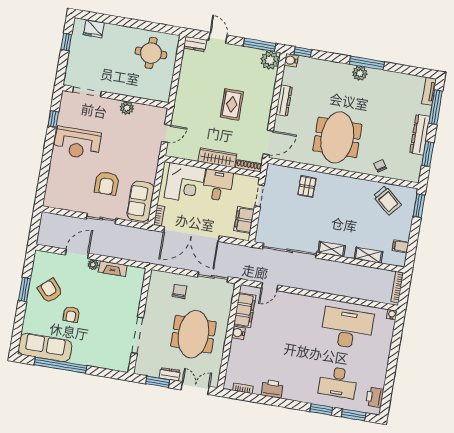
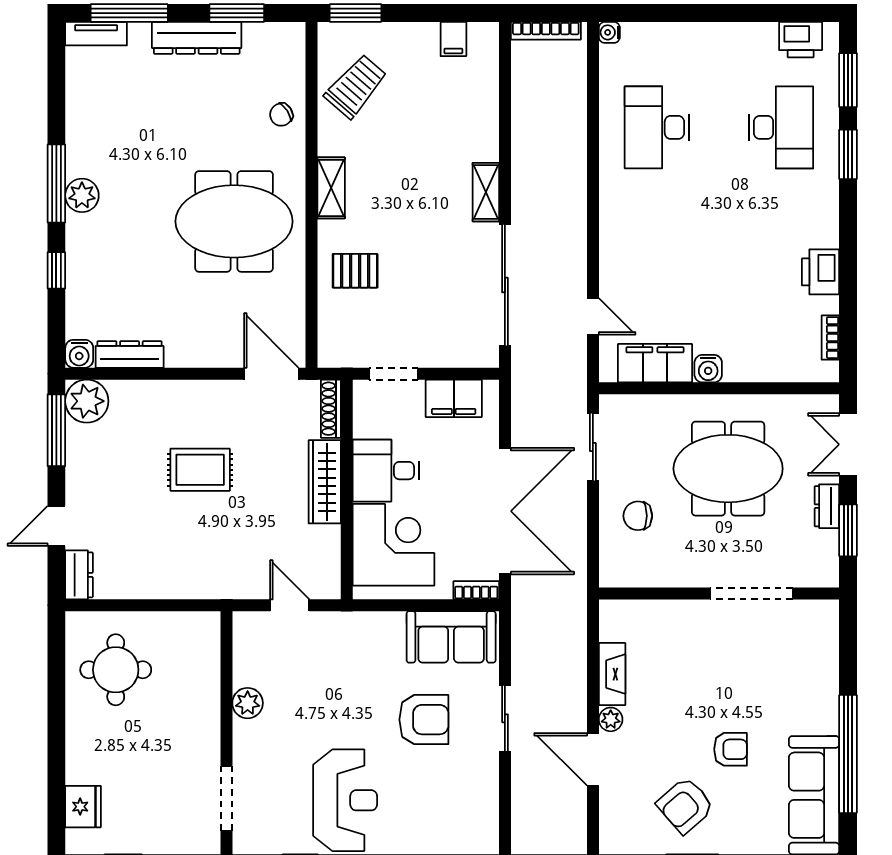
window: (303, 52) -> (56, 270), moved
dresser: (284, 101) -> (130, 354), moved
shelving: (368, 255) -> (331, 188), moved
desk: (347, 328) -> (657, 127), width x0.73, depth x0.77

